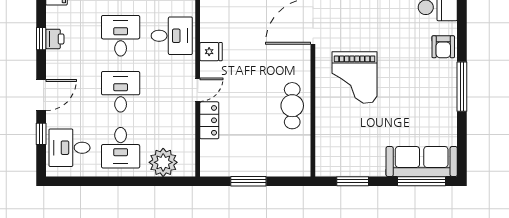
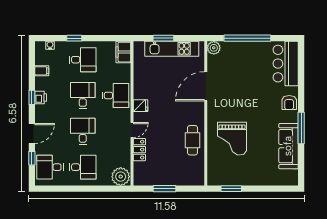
grand piano: (355, 77) -> (232, 139), moved
desk: (121, 148) -> (83, 167), turned -90
plant: (163, 162) -> (121, 177), moved
sofa: (422, 162) -> (288, 146), moved, turned -90
window: (422, 181) -> (275, 189), removed

